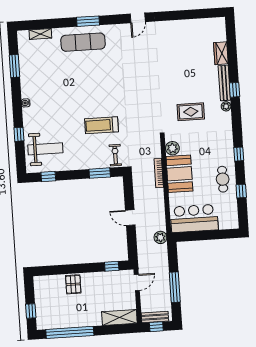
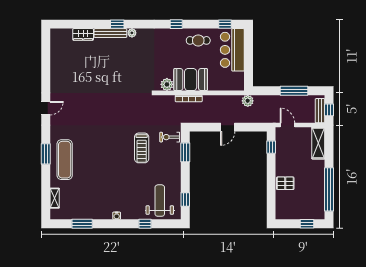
door: (138, 18) -> (46, 108), hinge flipped
rug: (191, 112) -> (135, 65), removed
window: (241, 191) -> (225, 24), moved
bar counter: (194, 218) -> (232, 50), moved

